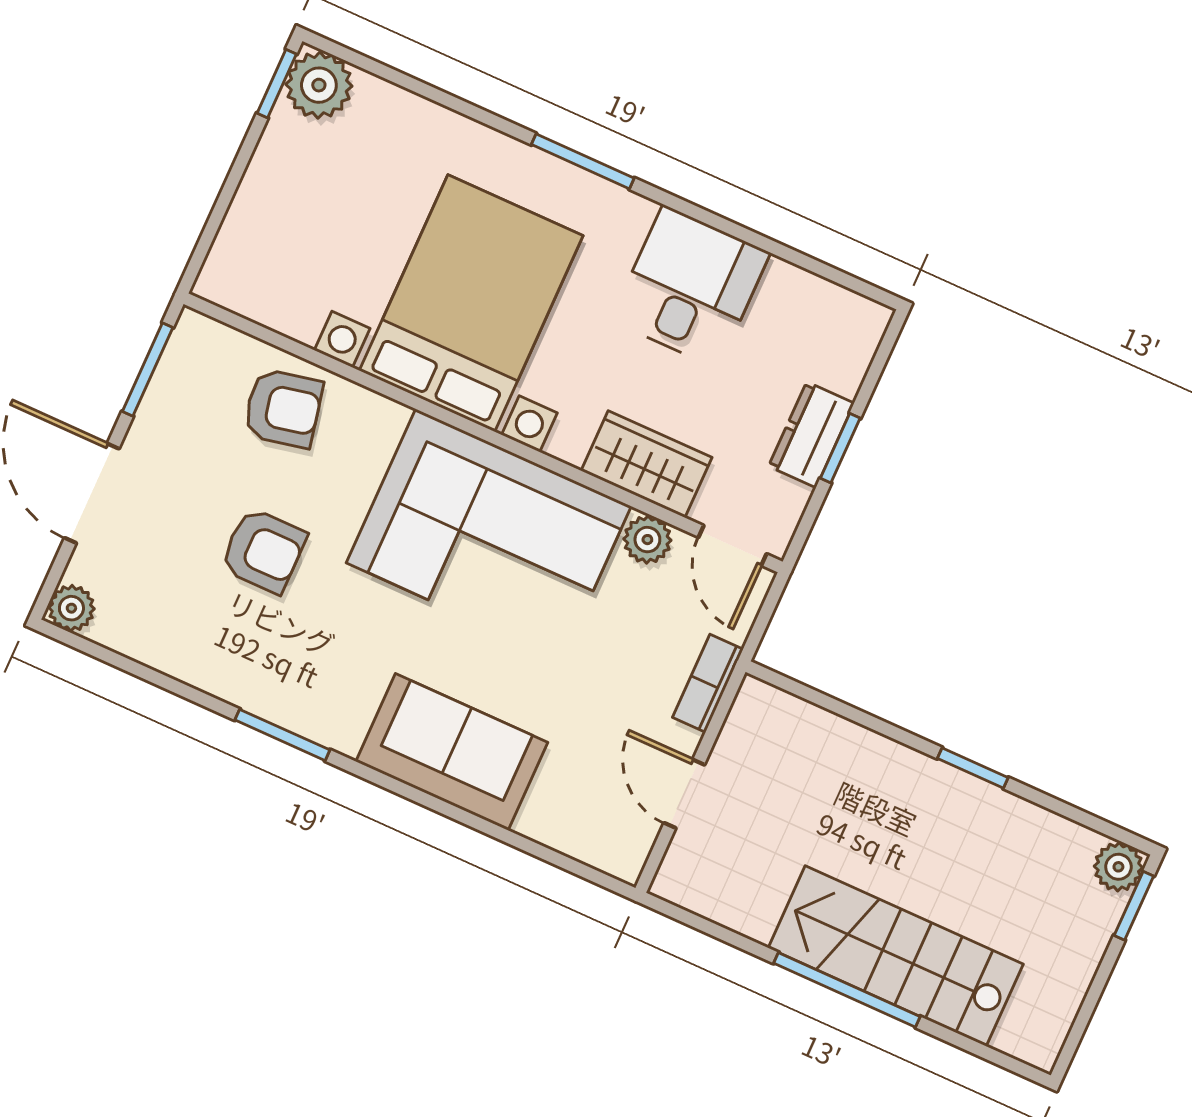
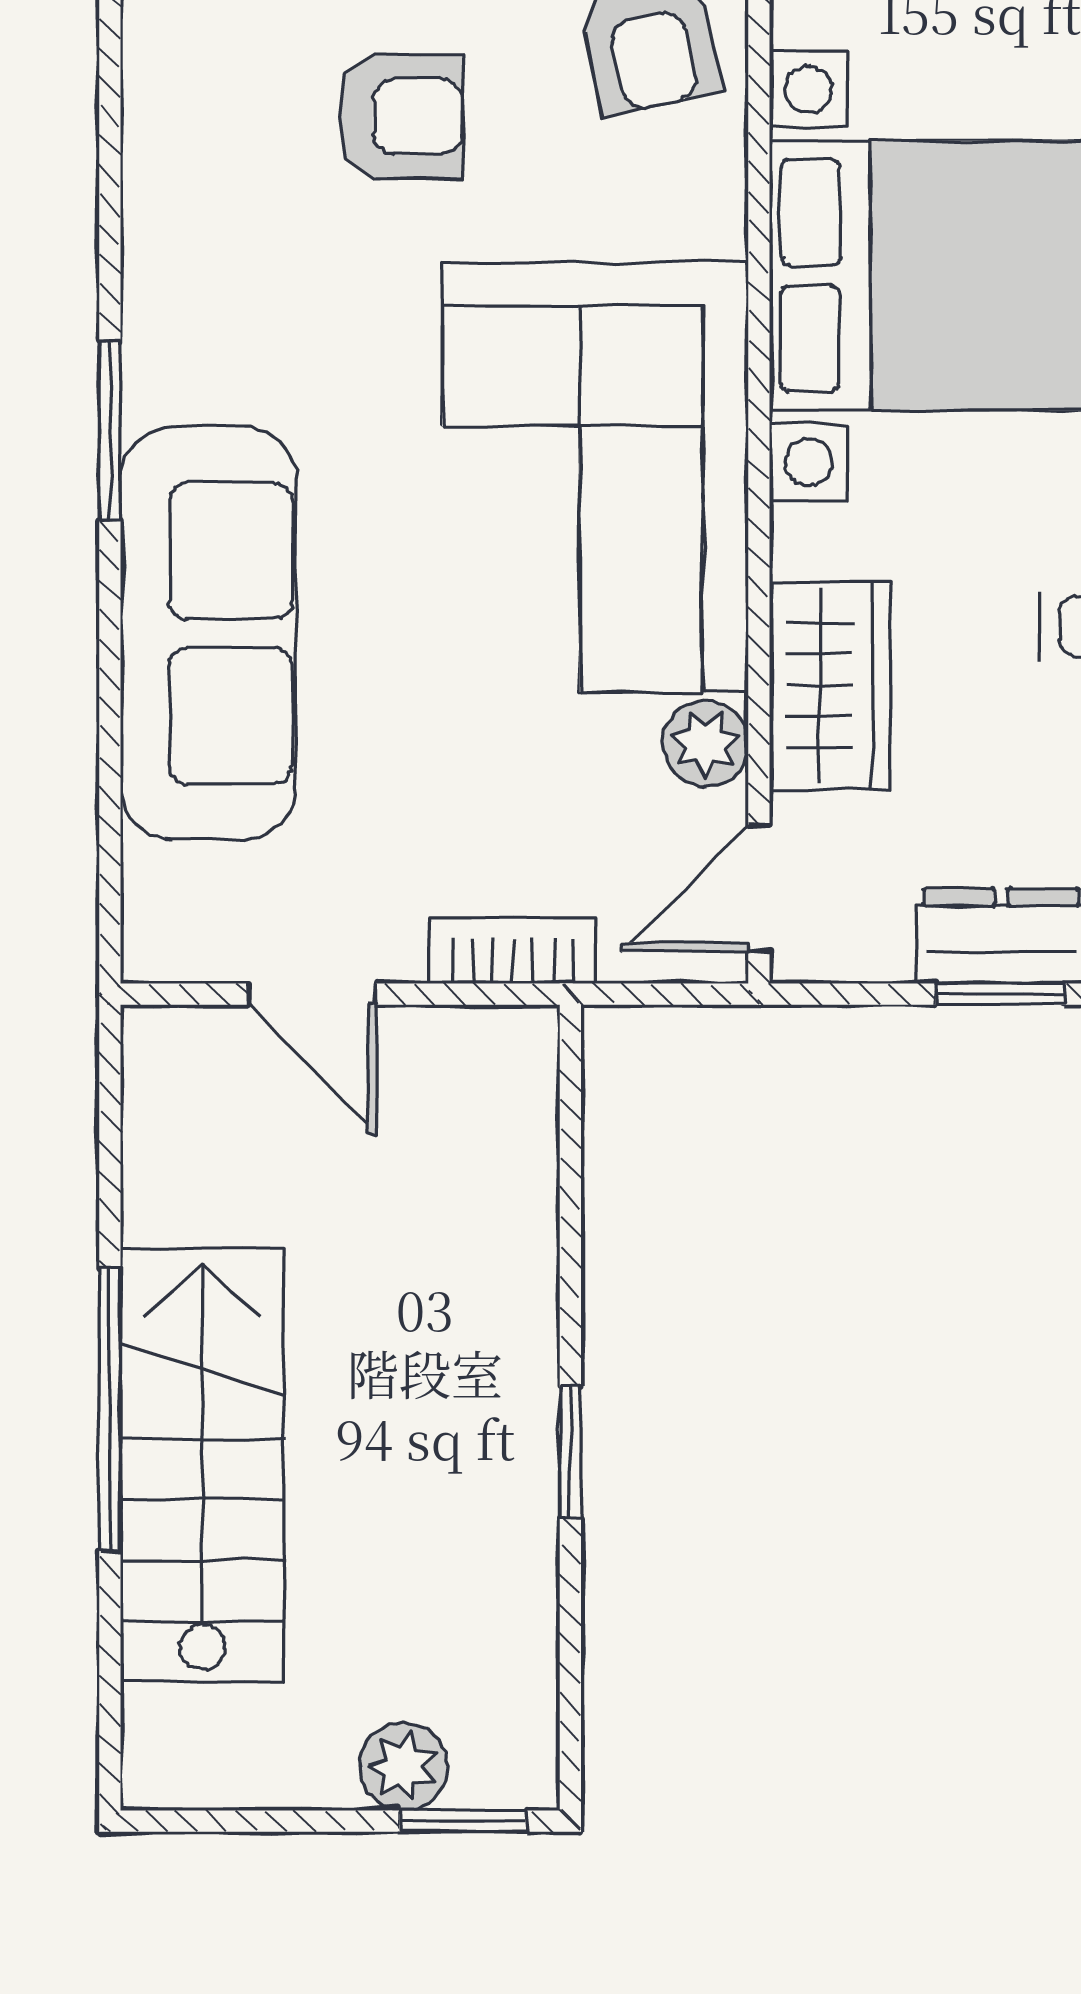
armchair: (263, 551) -> (400, 117), turned -90
window: (282, 735) -> (110, 431), moved
sofa: (452, 752) -> (208, 633), width x1.36
door: (684, 794) -> (312, 994), swing flipped
plant: (1118, 867) -> (403, 1767), moved

